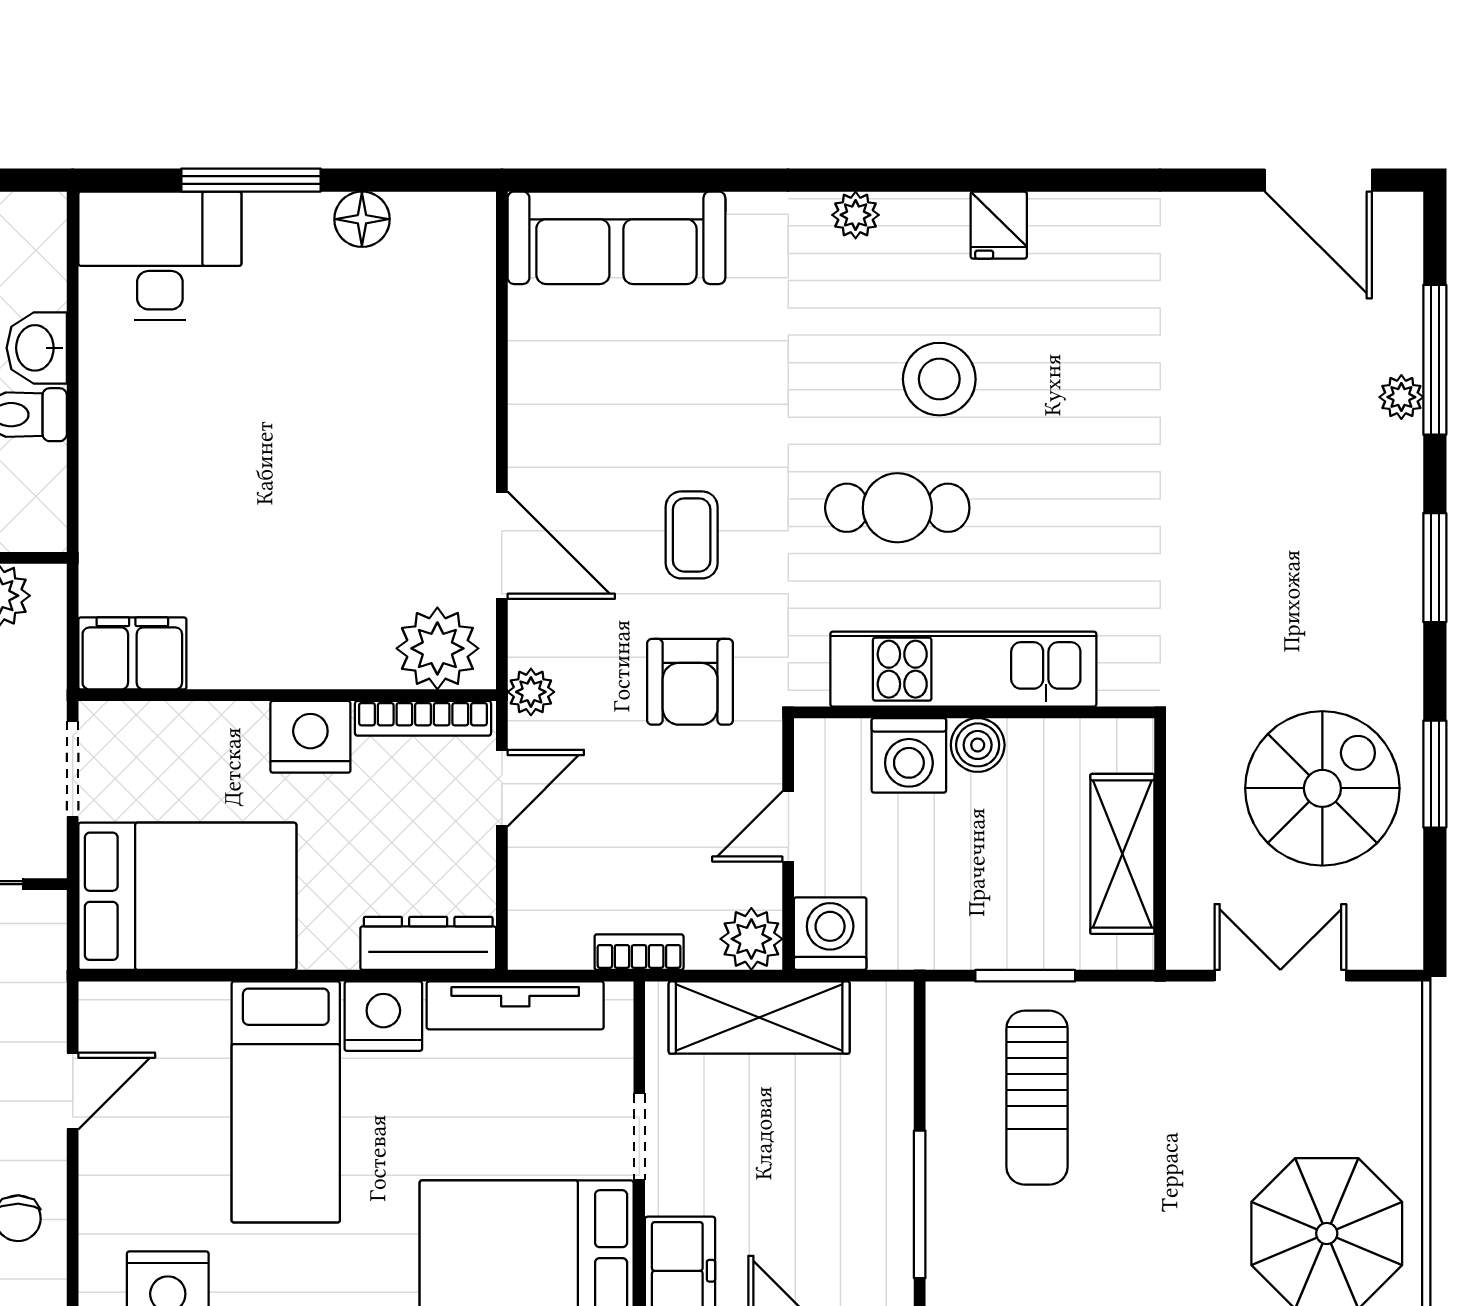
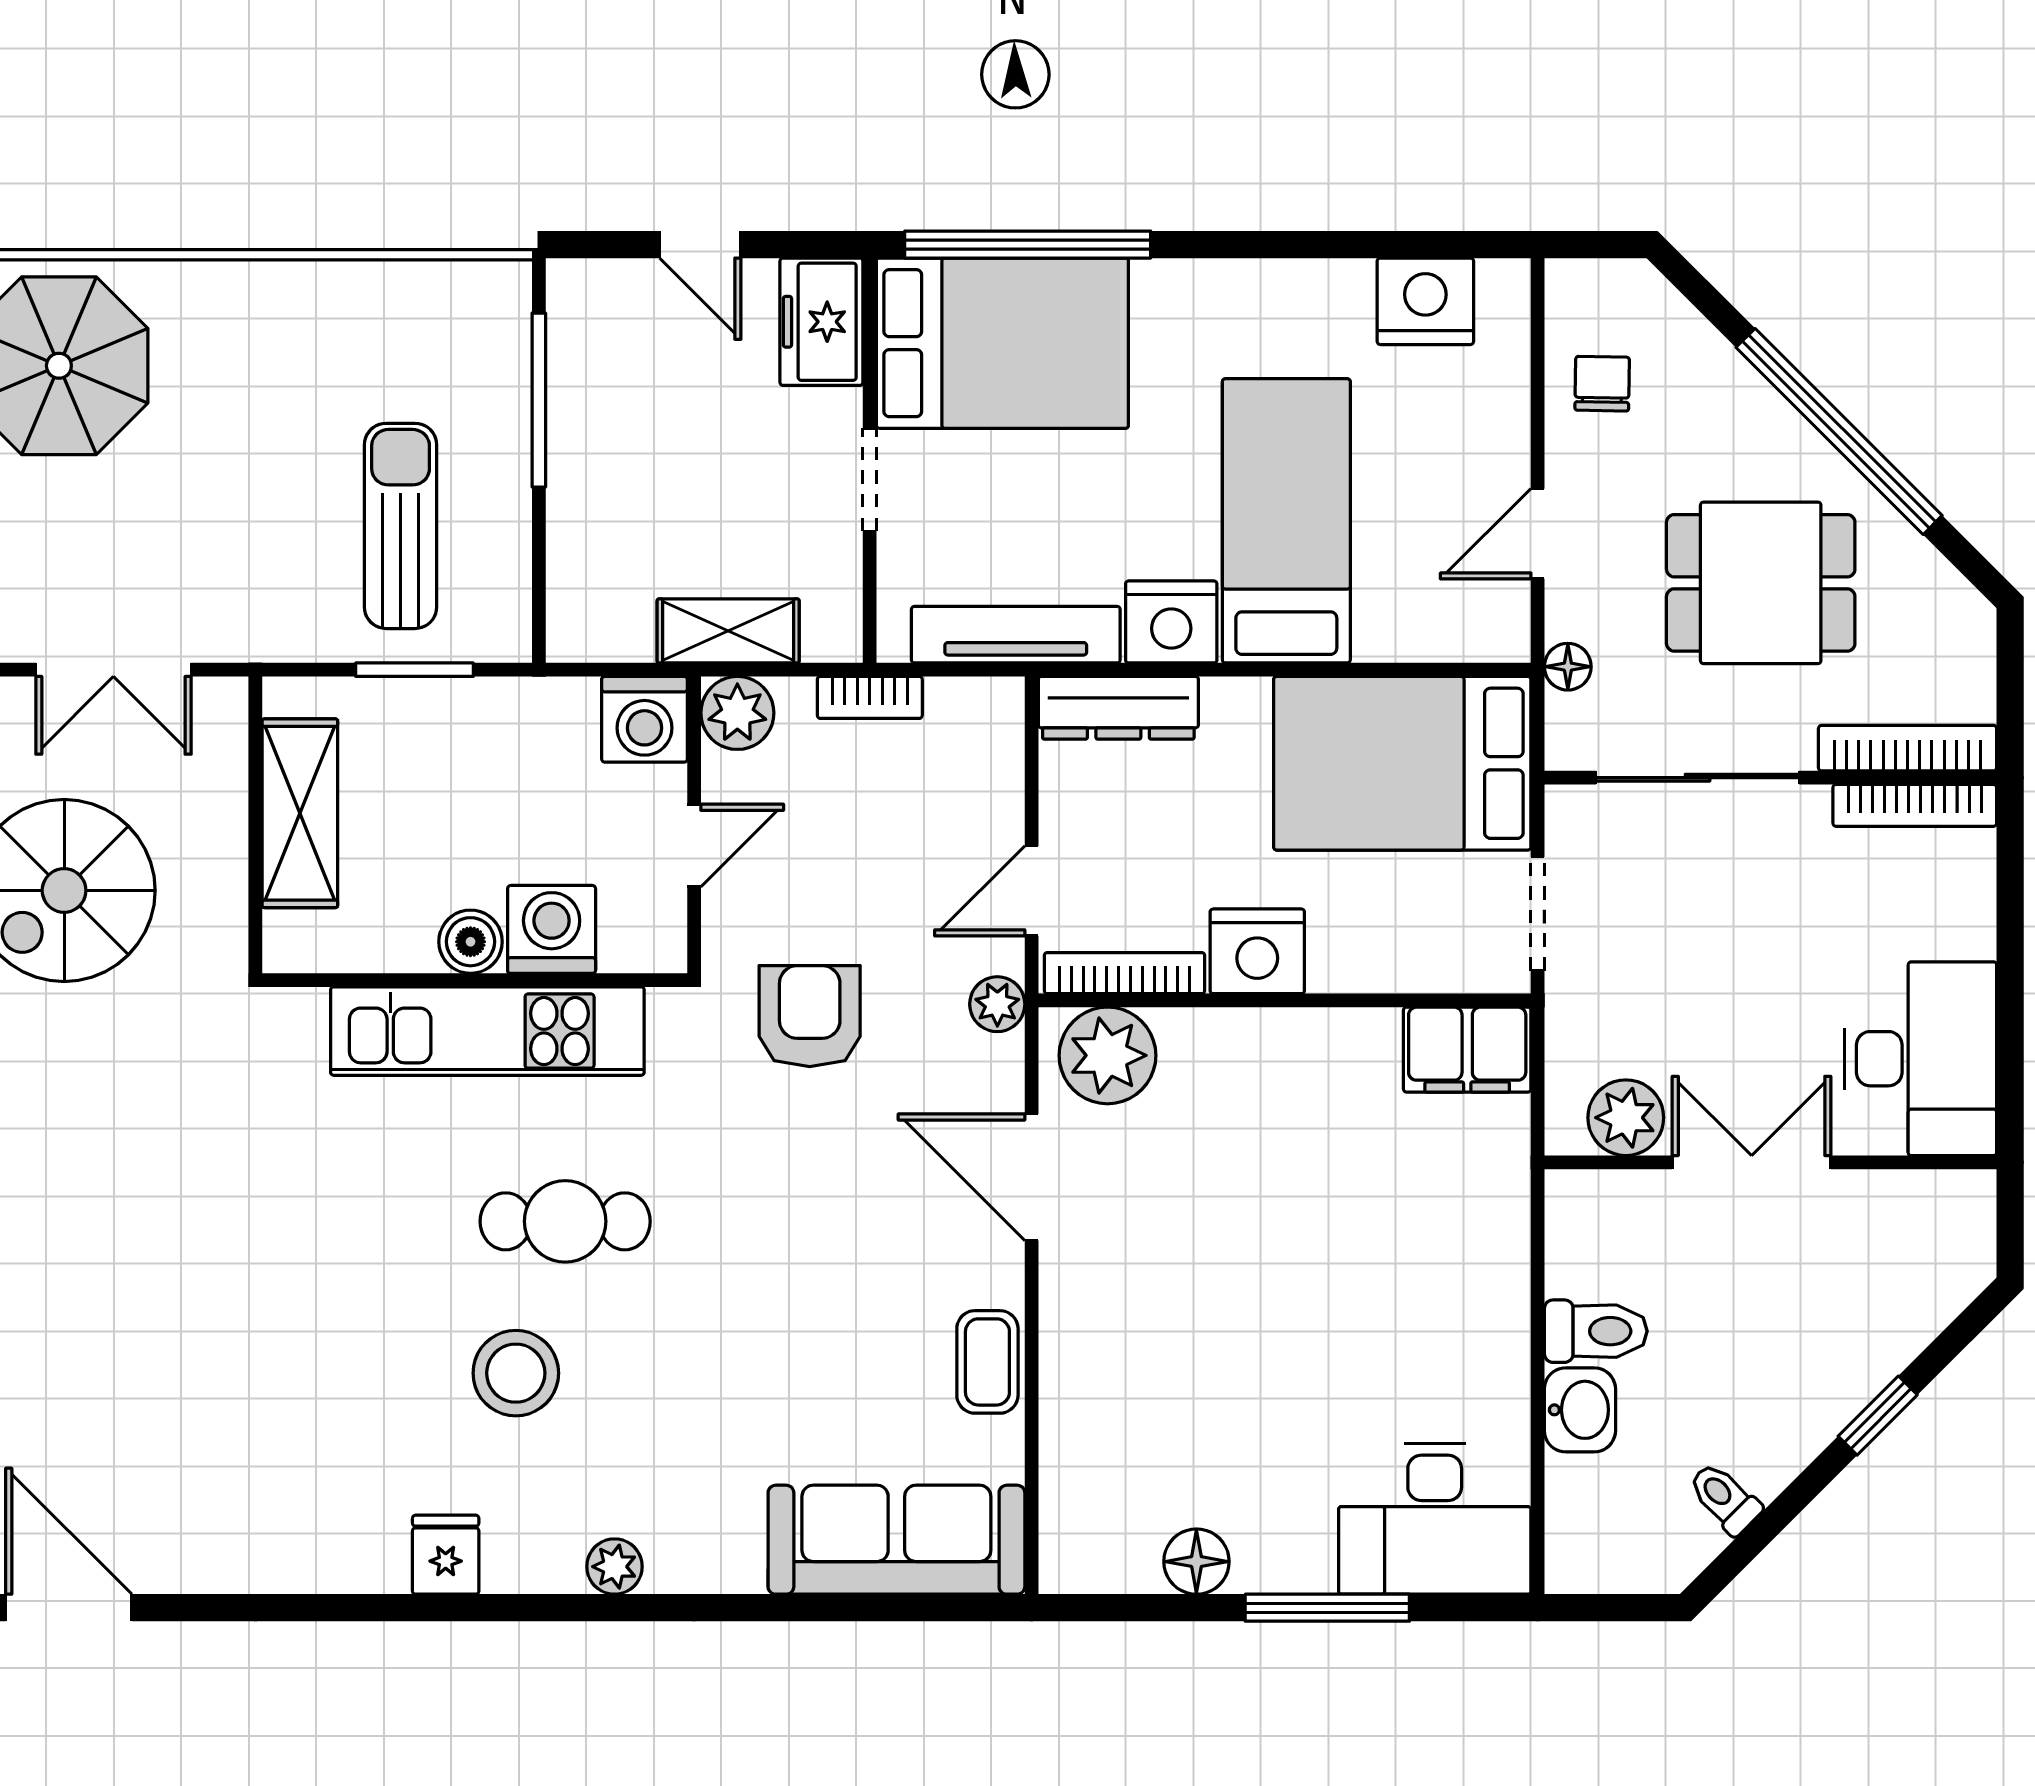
coffee table: (692, 535) -> (987, 1362), moved
floor lamp: (47, 978) -> (1568, 667), added
shelving: (759, 1018) -> (728, 631), width x0.67, depth x0.75

